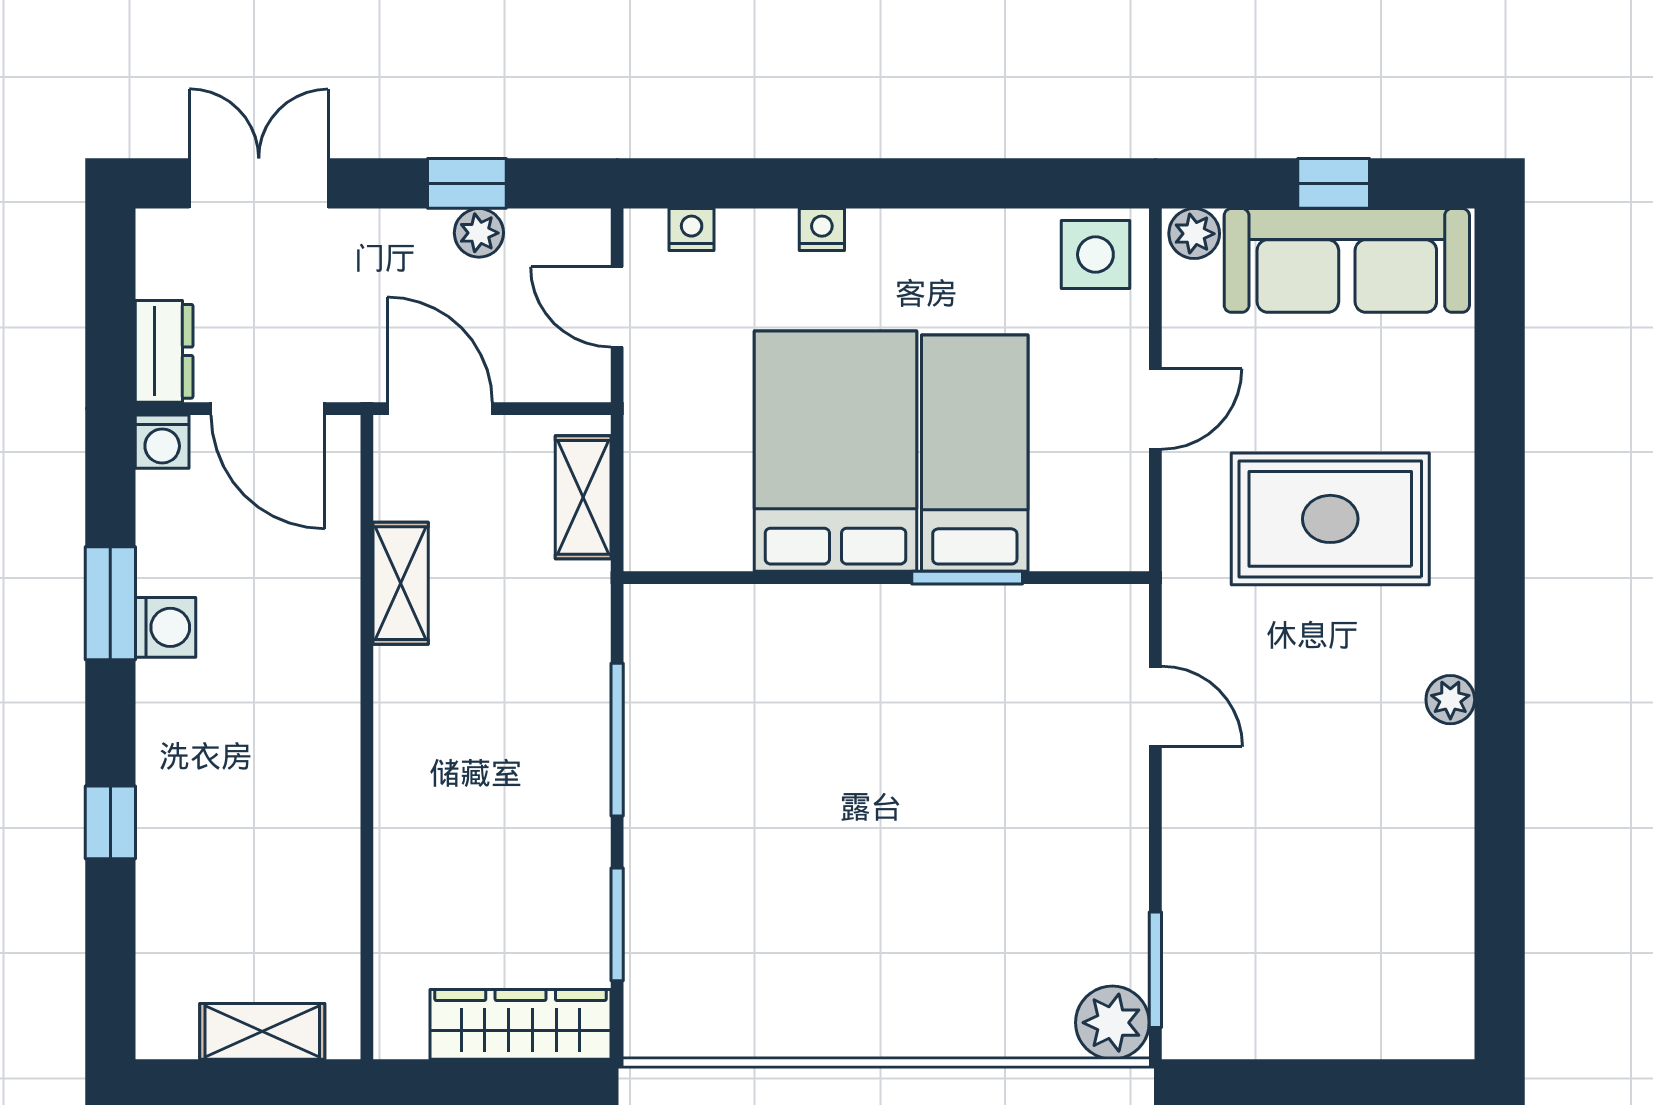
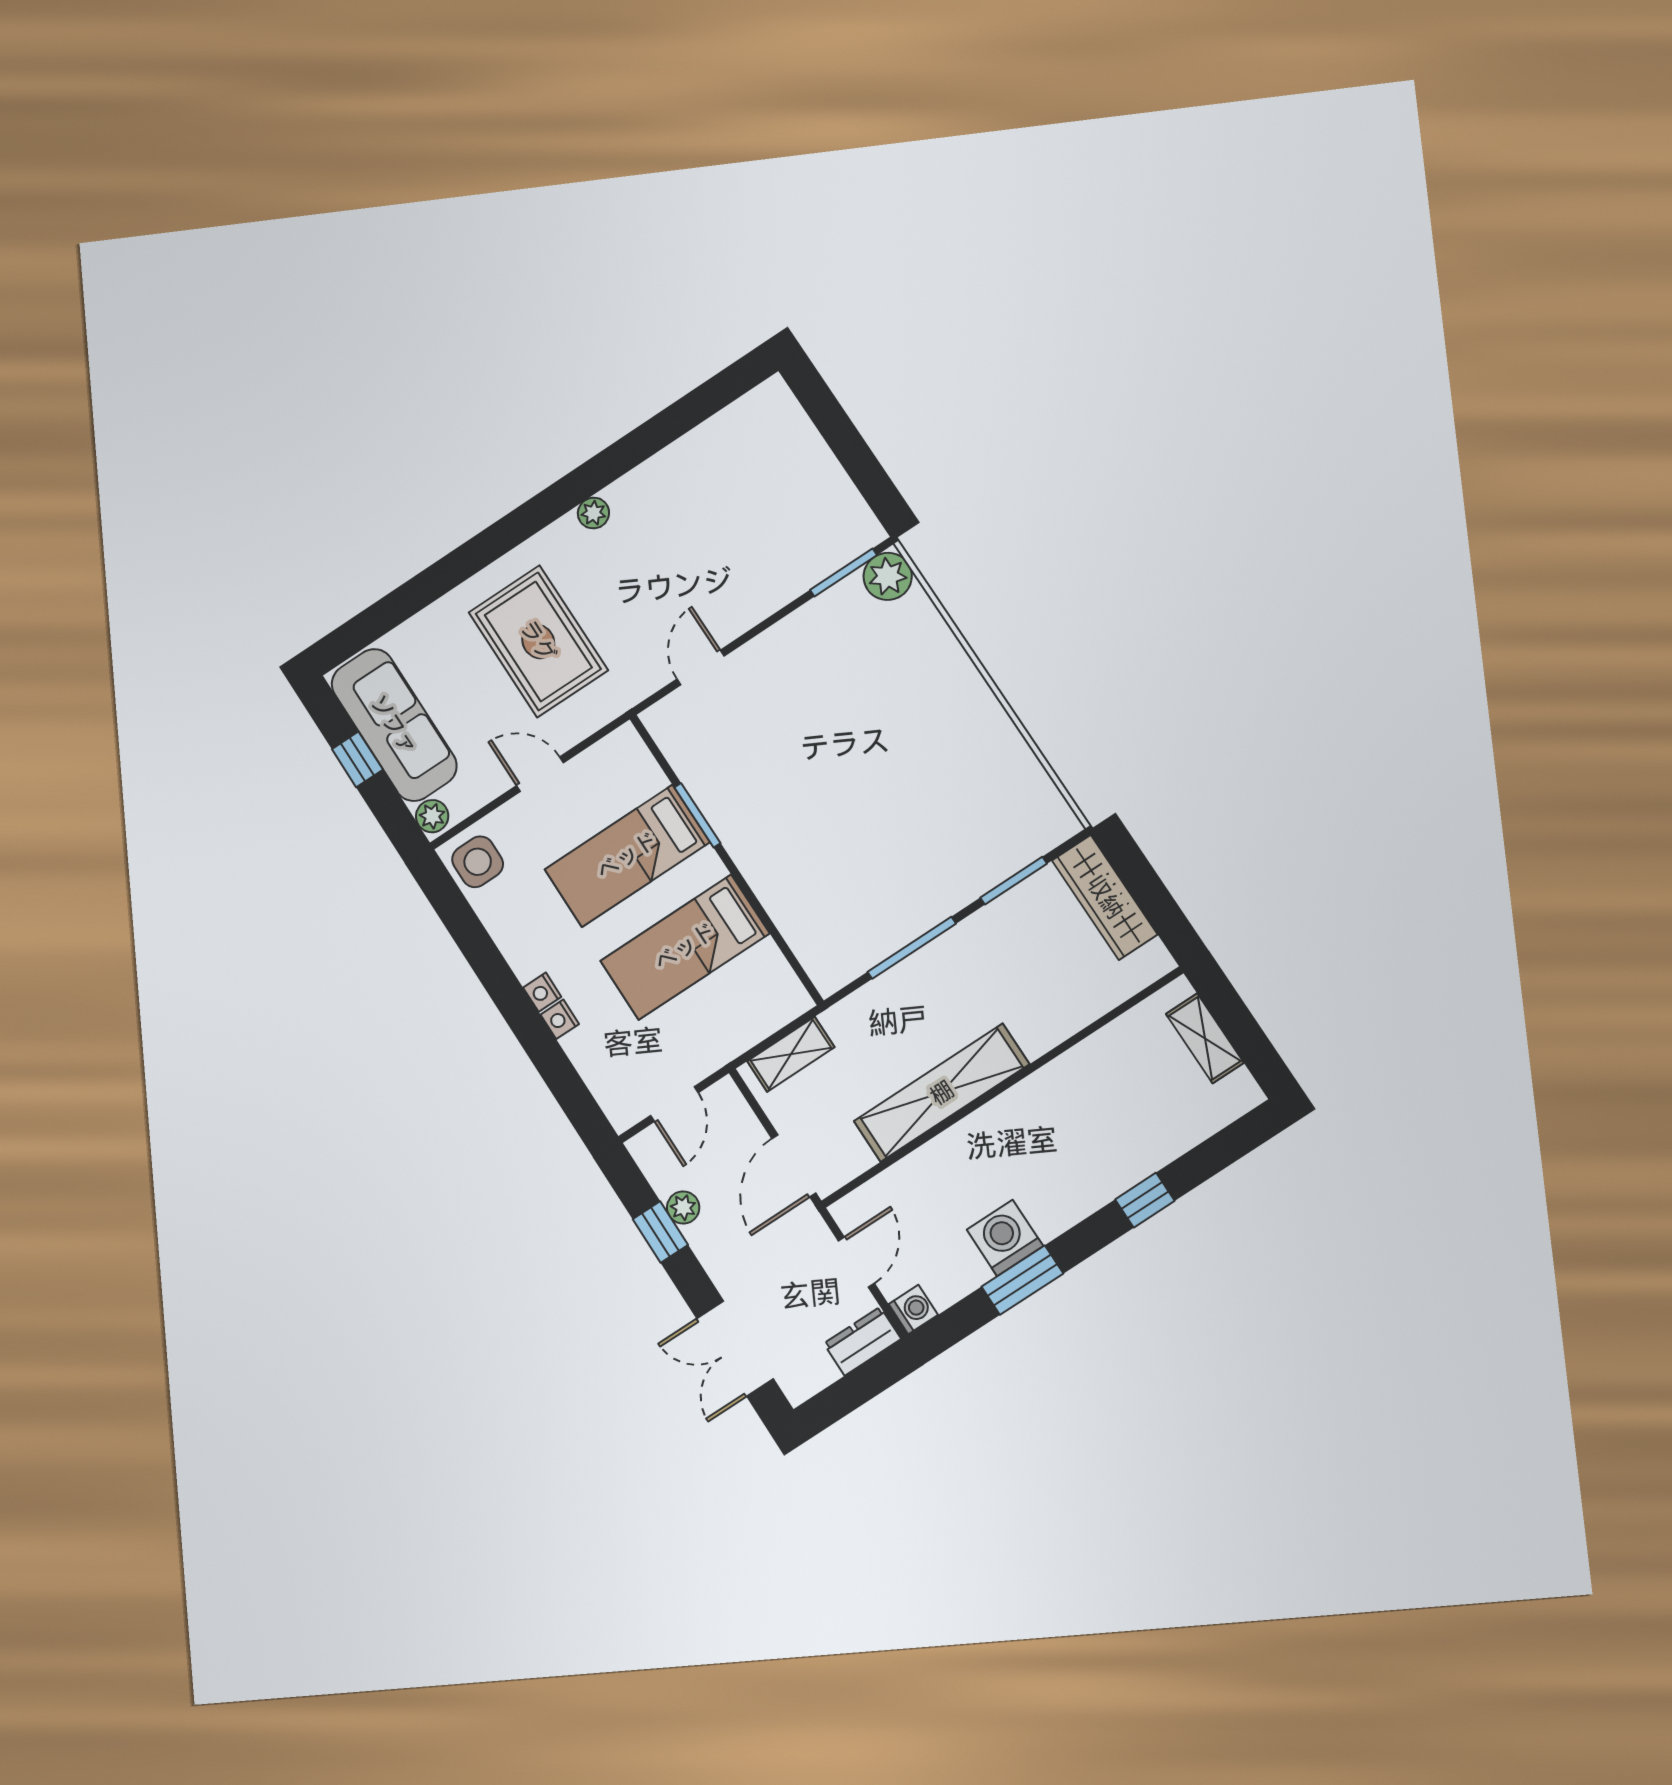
nightstand: (692, 229) -> (542, 992), moved
door: (268, 409) -> (856, 1262), width x0.73
bed: (835, 451) -> (685, 947), width x0.67
shelving: (401, 583) -> (942, 1093), width x2.20, depth x1.33
washing machine: (165, 627) -> (1005, 1238), width x1.38, depth x1.38

